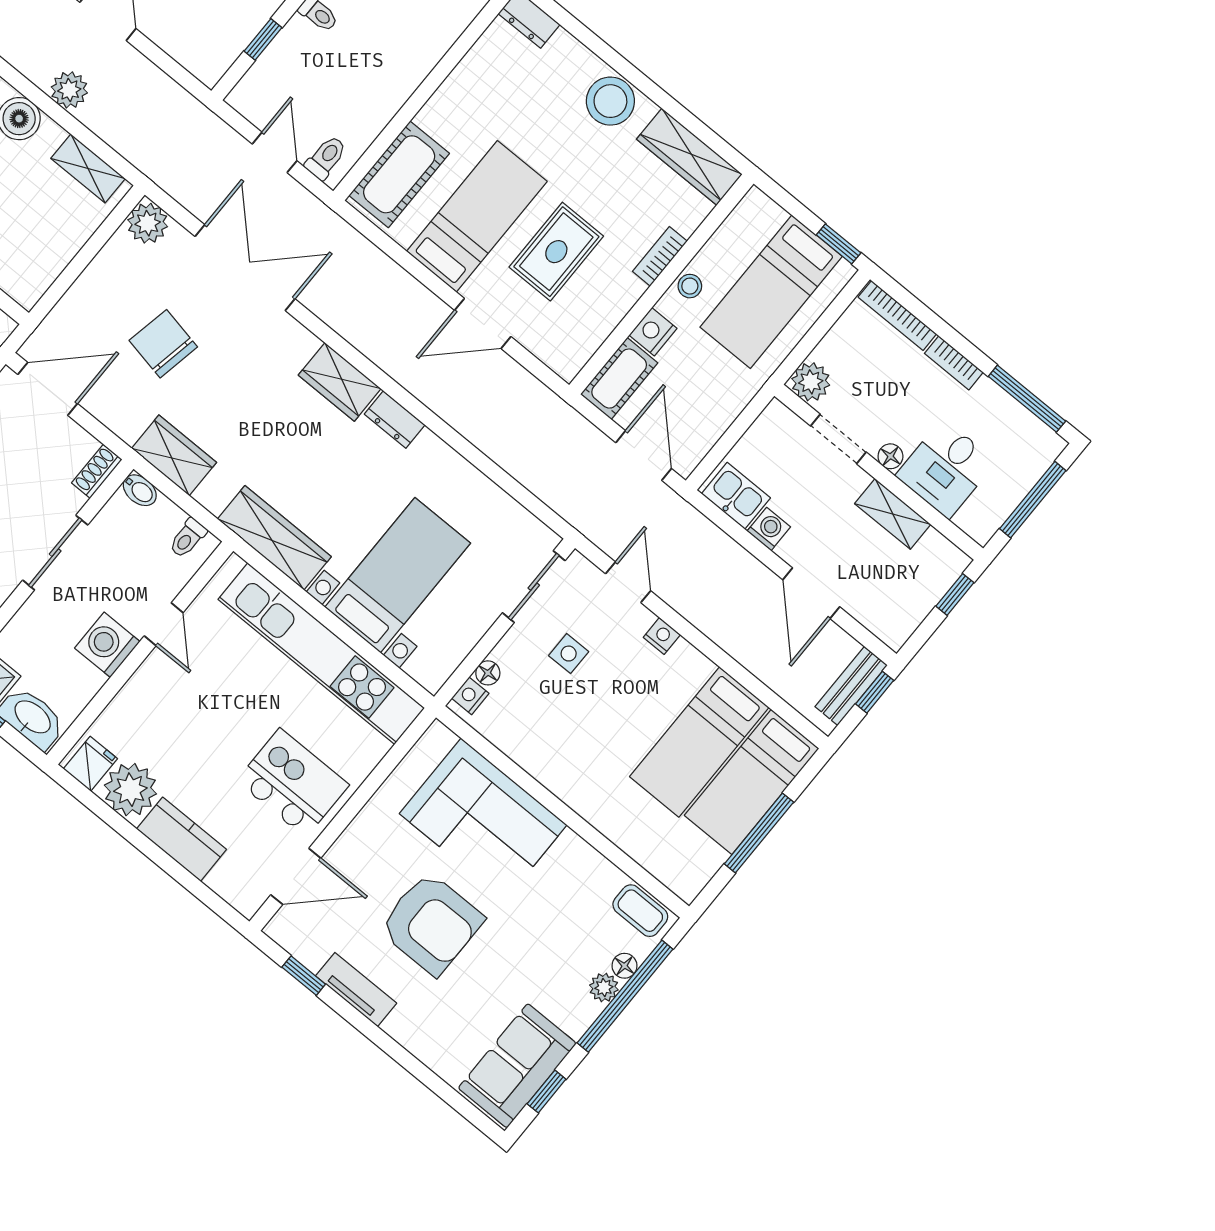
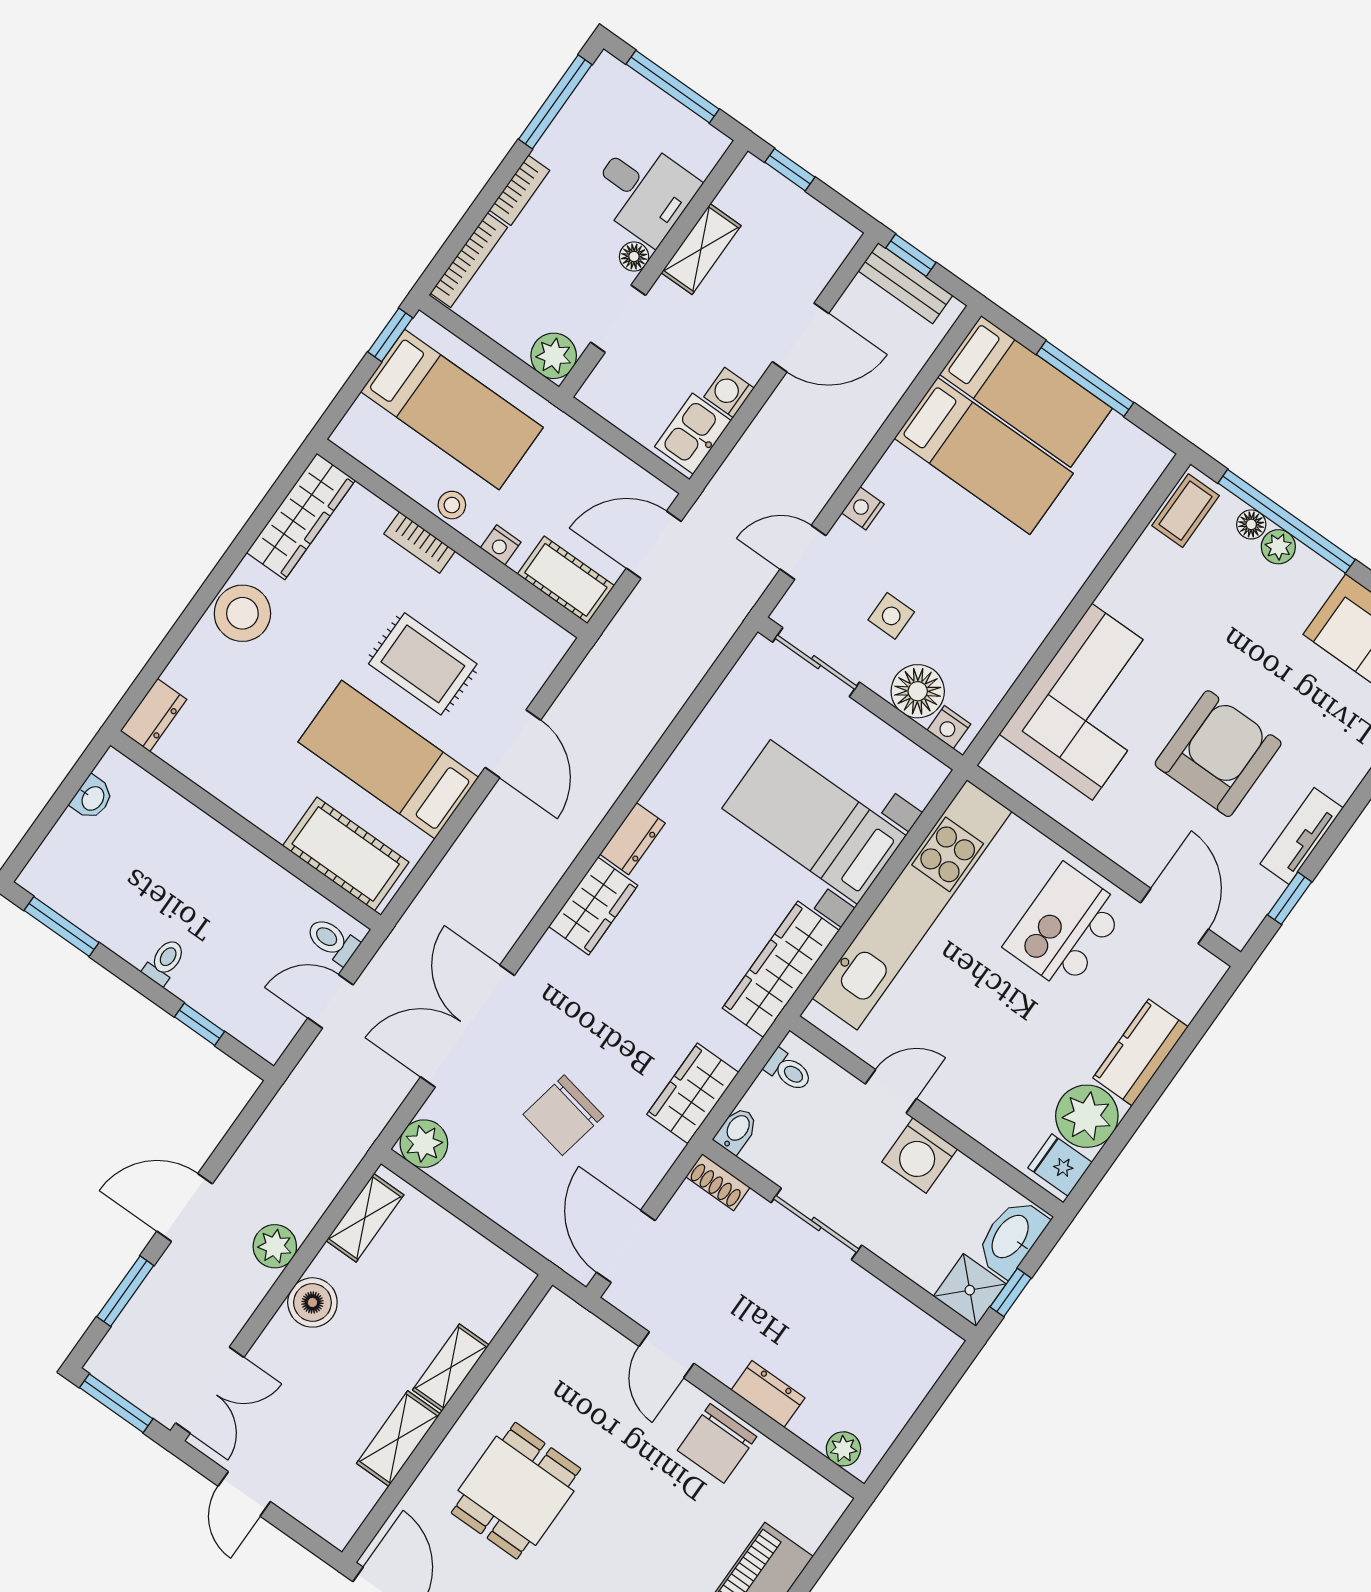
nightstand: (653, 332) -> (501, 545), width x0.72, depth x0.74
floor lamp: (488, 673) -> (918, 691), width x1.89, depth x1.89

